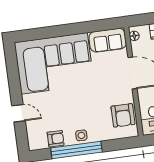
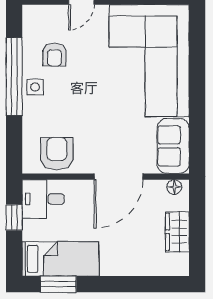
armchair: (123, 115) -> (57, 154), turned 90
armchair: (56, 139) -> (54, 55), moved

